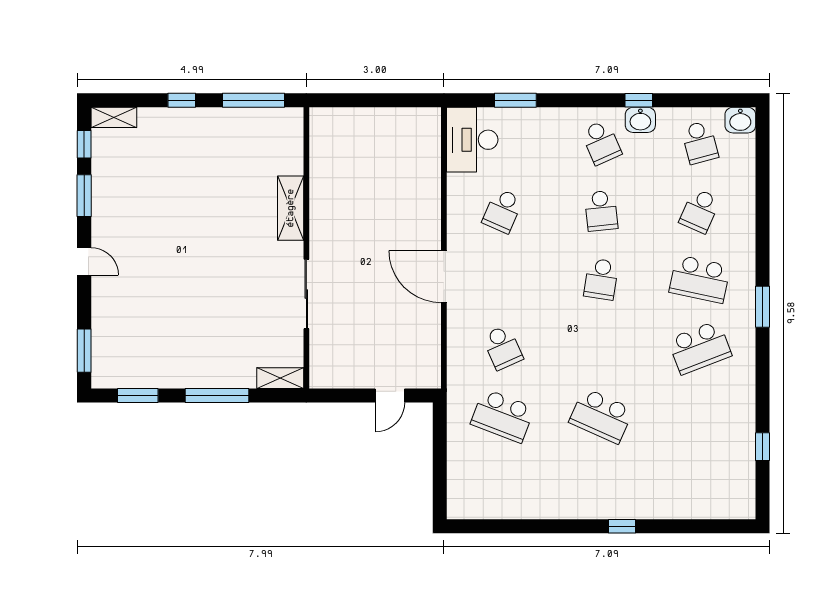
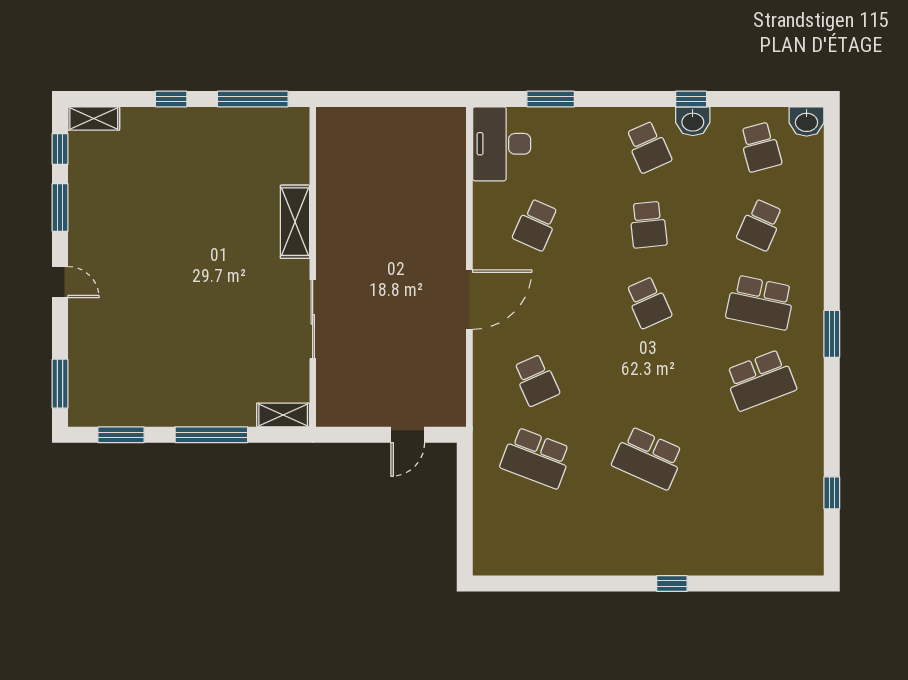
door: (444, 277) -> (469, 300), swing flipped
school desk: (601, 279) -> (648, 302), turned -33

